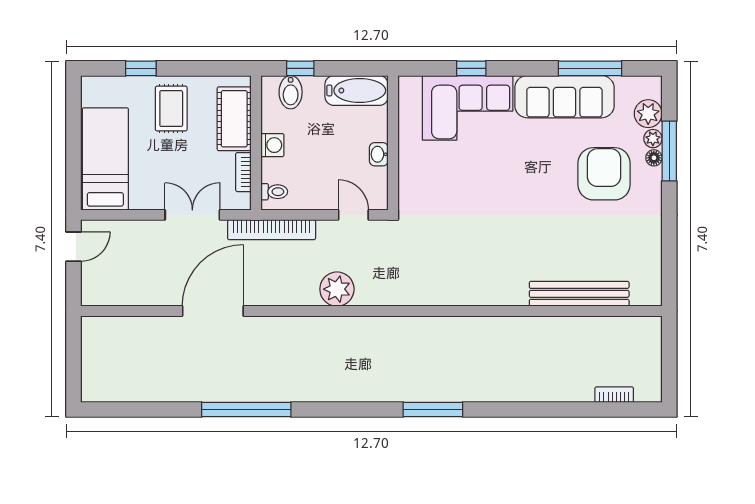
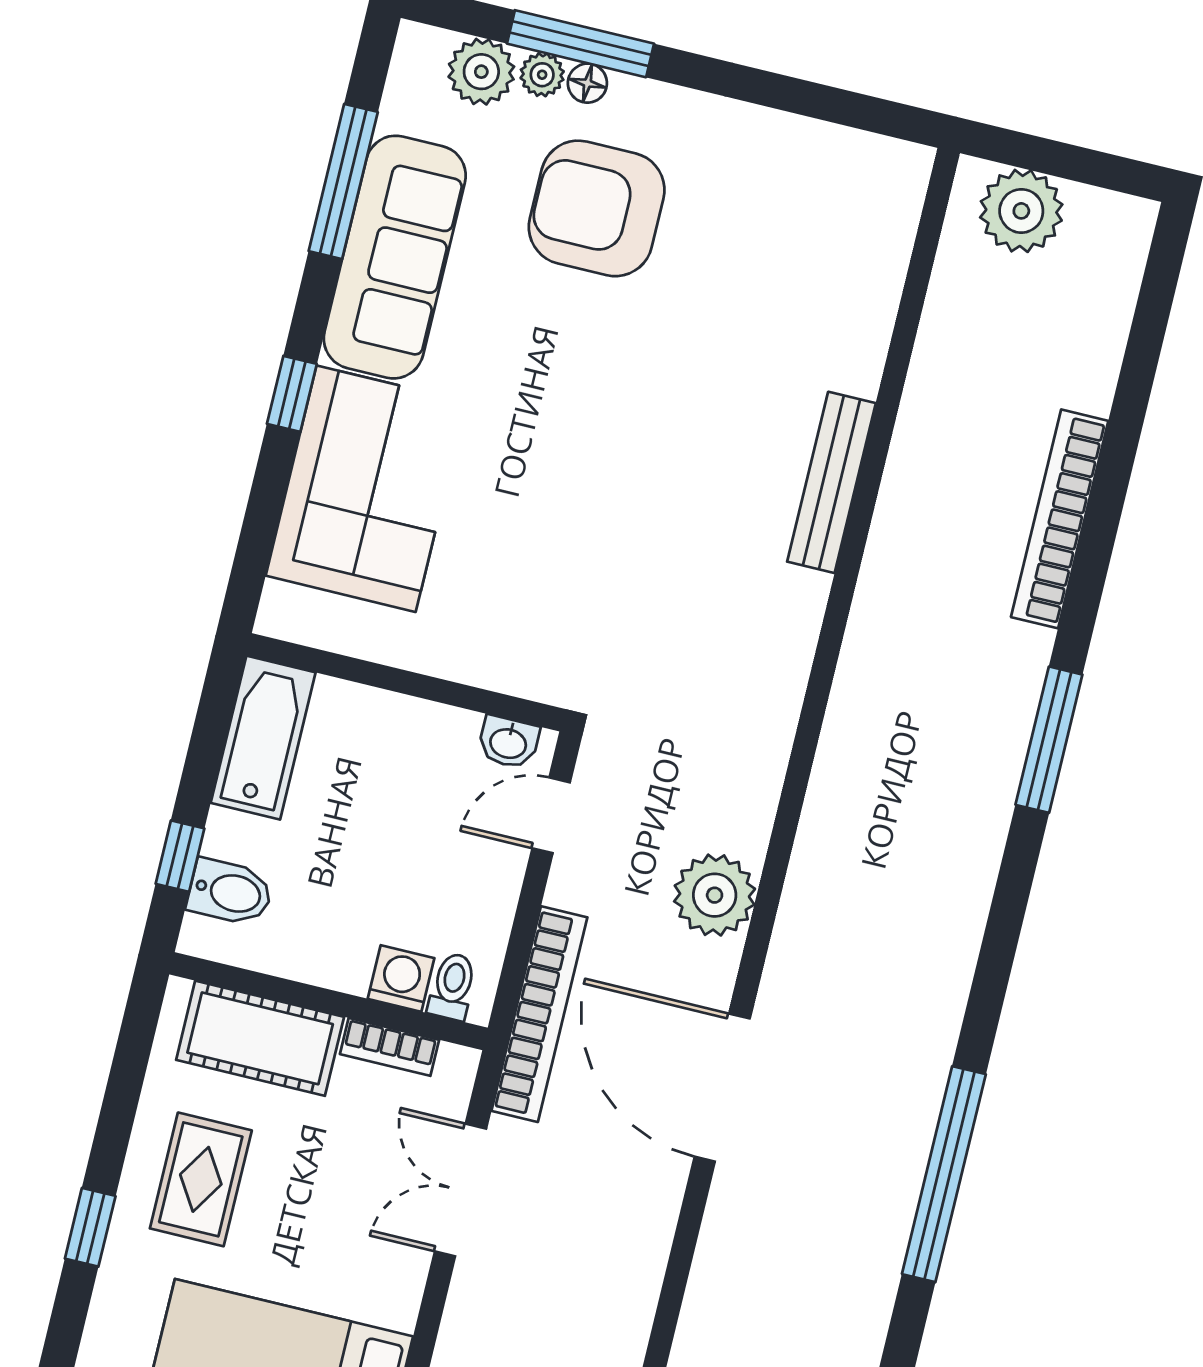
window: (471, 68) -> (292, 394), moved
rug: (171, 109) -> (201, 1179), turned 90
washing machine: (272, 145) -> (401, 978), moved
washbasin: (379, 154) -> (508, 742), moved
bench: (579, 294) -> (831, 482), moved, width x0.73, depth x0.82
door: (213, 311) -> (722, 1088), moved
plant: (645, 346) -> (1021, 211), added
bookcase: (614, 395) -> (1060, 519), moved, width x2.31, depth x1.31

